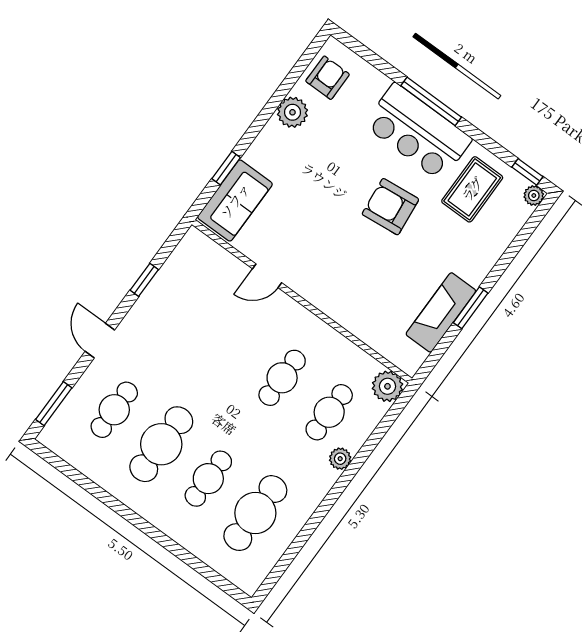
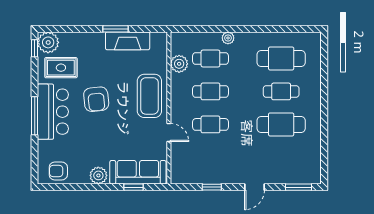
plant: (292, 112) -> (98, 175), moved
plant: (534, 196) -> (48, 42), width x1.87, depth x1.87
sofa: (235, 201) -> (138, 172), width x1.36
coffee table: (339, 286) -> (149, 96), added
plant: (387, 386) -> (179, 64), moved
cafe table: (114, 410) -> (210, 124), moved

